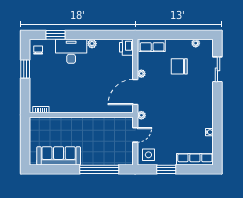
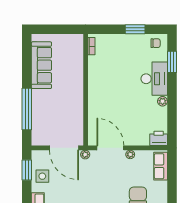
door: (135, 135) -> (64, 148), width x1.88
side table: (148, 155) -> (42, 176), moved
window: (166, 169) -> (27, 170), moved

